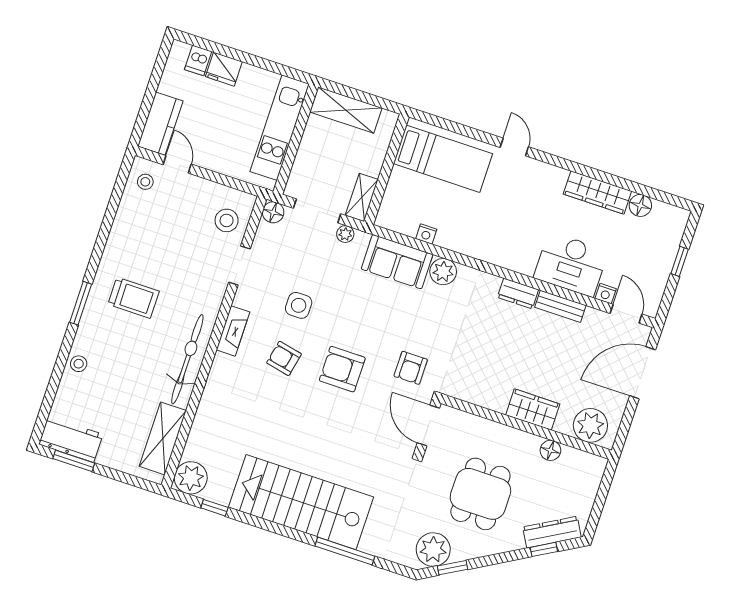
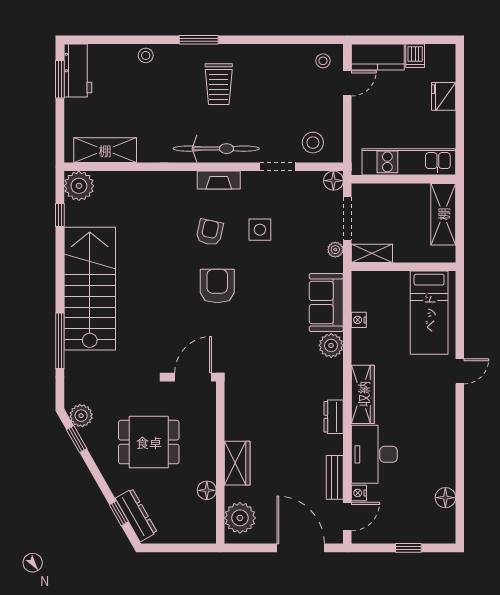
dishwasher: (198, 60) -> (415, 56), moved, turned -90
wardrobe: (597, 193) -> (363, 394), moved, turned 180
bench: (560, 306) -> (335, 477), moved
bicycle: (187, 359) -> (216, 149), moved
armchair: (411, 368) -> (238, 345), removed
plant: (433, 550) -> (81, 416), width x0.73, depth x0.73

